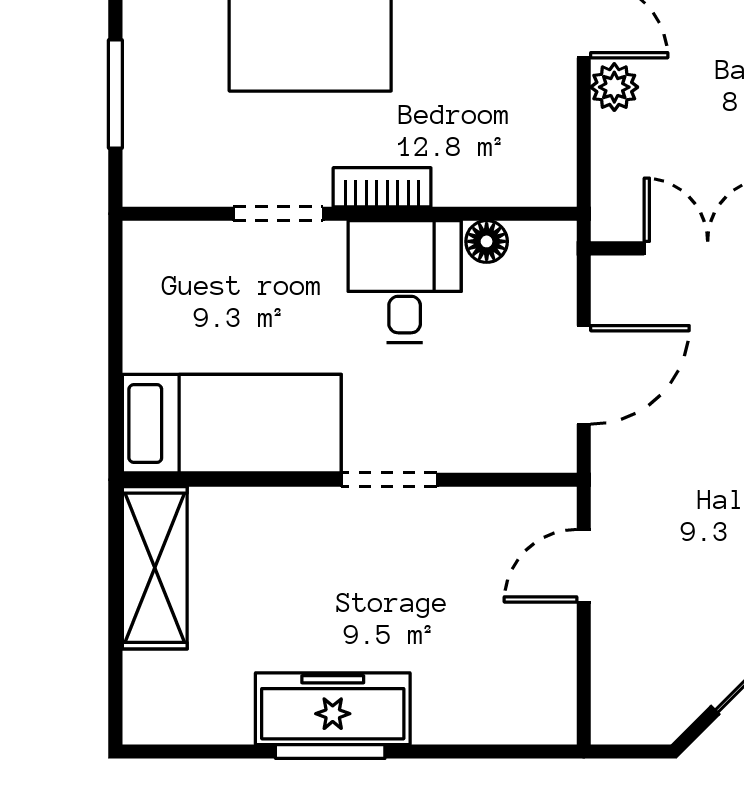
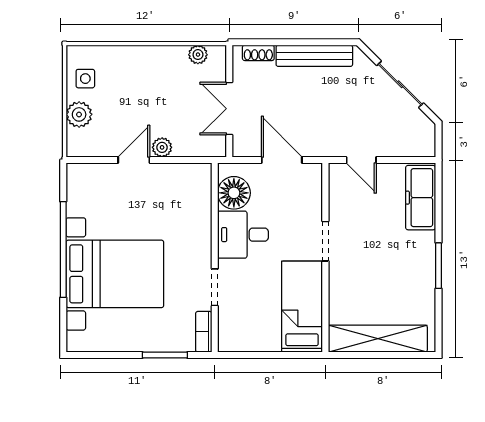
bookcase: (382, 187) -> (204, 332), moved
floor lamp: (487, 241) -> (234, 193), width x1.89, depth x1.89
shelving: (155, 568) -> (378, 339), width x1.47
freezer: (333, 709) -> (421, 198), moved

